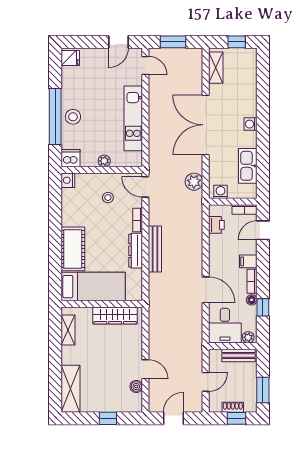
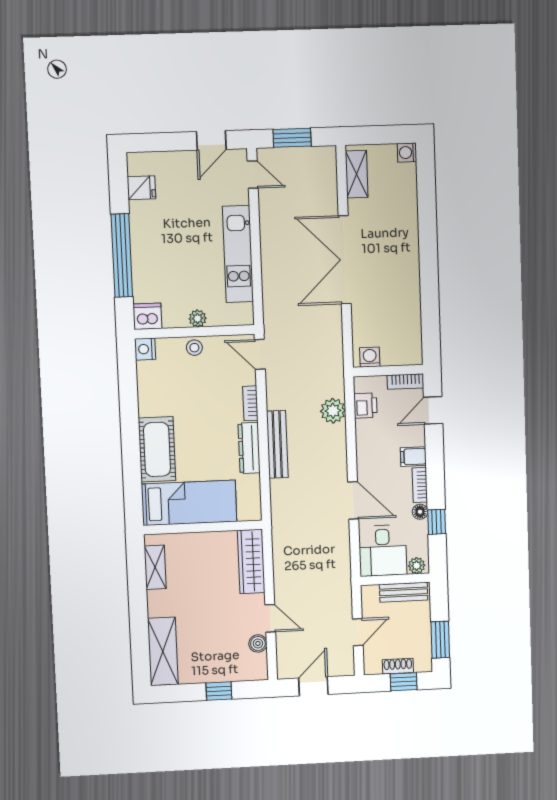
window: (237, 42) -> (386, 135), removed
fridge: (70, 58) -> (141, 188), moved
stool: (73, 117) -> (148, 255), removed
washing machine: (251, 124) -> (407, 152), moved
kitchen sink: (248, 166) -> (408, 318), removed
plant: (194, 182) -> (333, 411), moved
stool: (108, 198) -> (194, 348), moved
wardrobe: (115, 316) -> (251, 561), moved, turned 90

